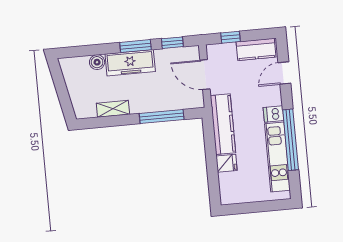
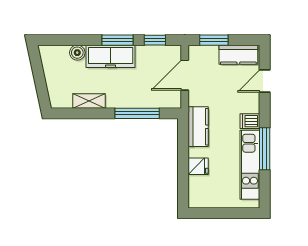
window: (231, 37) -> (214, 40), width x1.50
door: (205, 75) -> (185, 75), hinge flipped
kitchen counter: (223, 124) -> (198, 127), width x0.67
window: (291, 140) -> (265, 149), width x0.68

